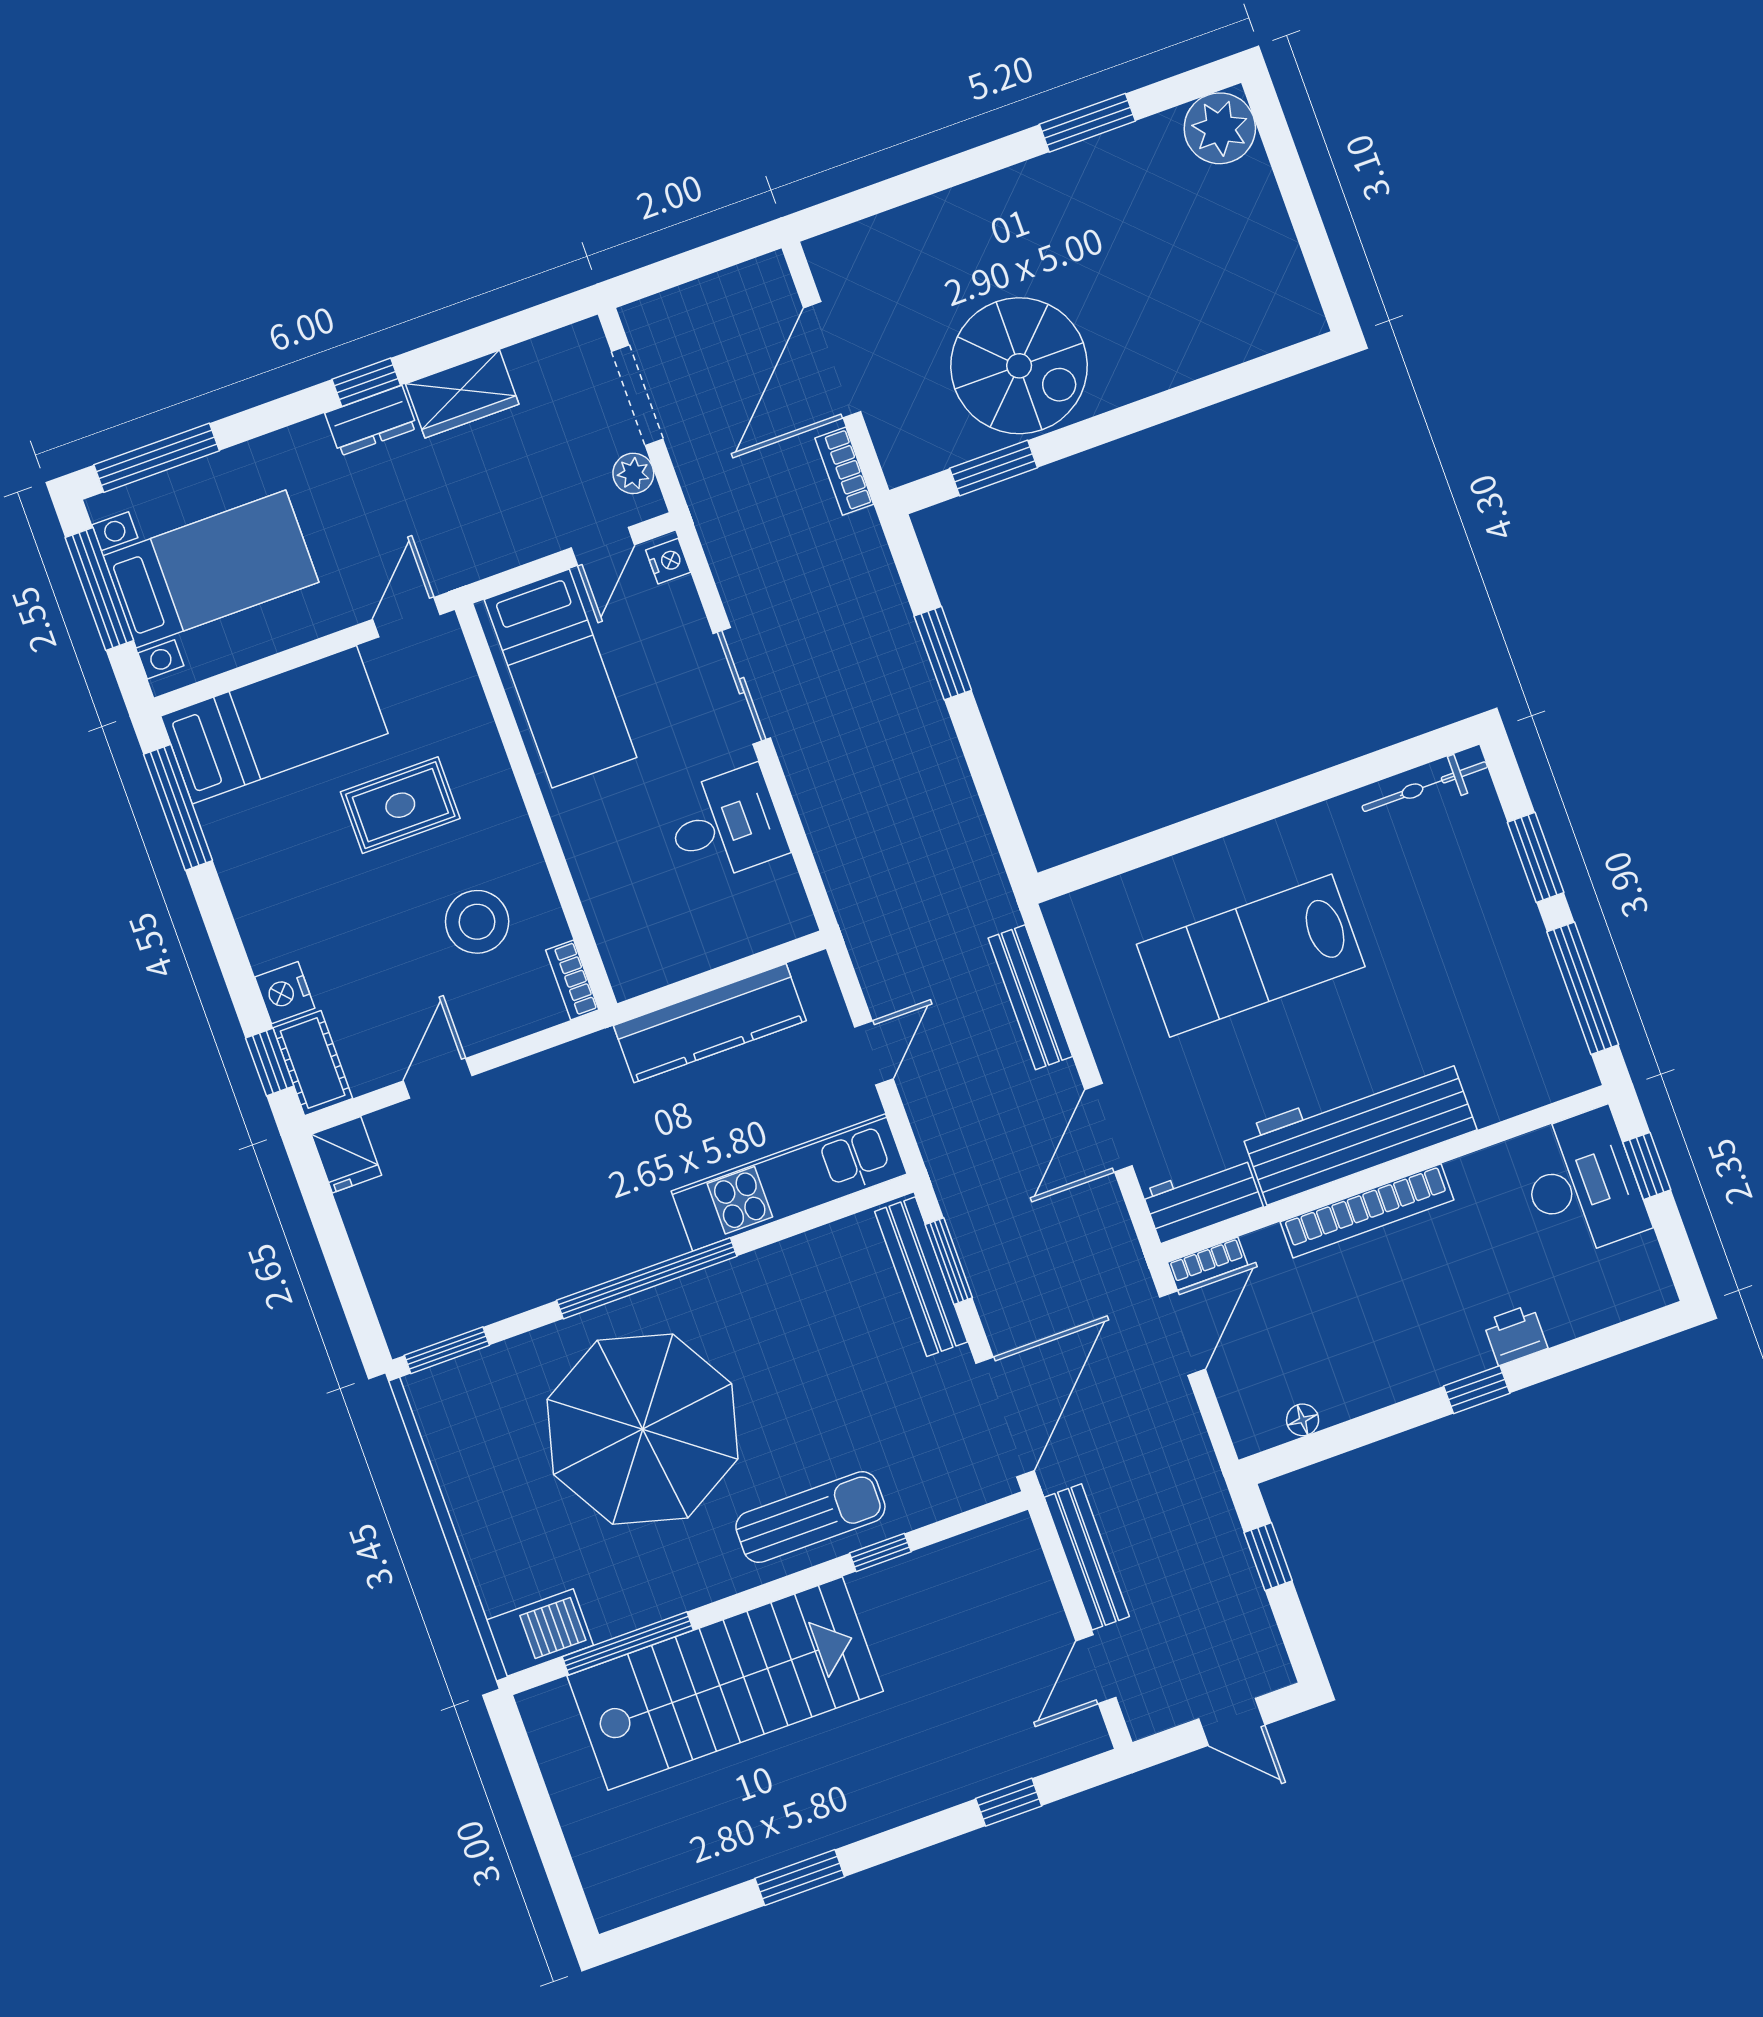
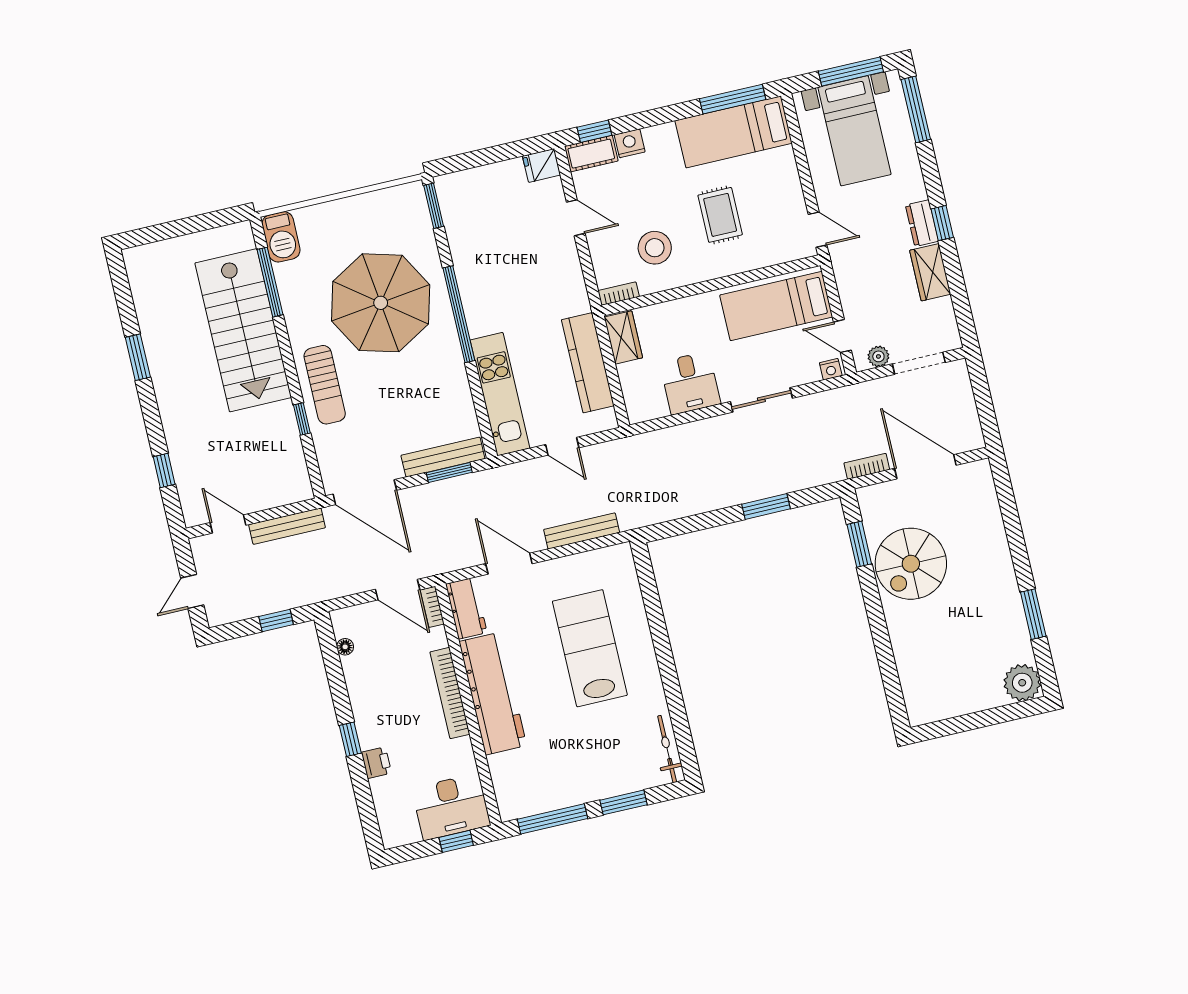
bed: (274, 725) -> (734, 132), moved, turned 90
wardrobe: (654, 961) -> (623, 337), added

